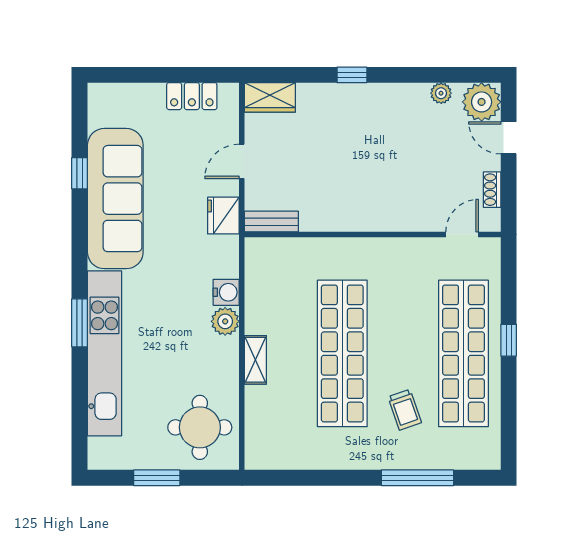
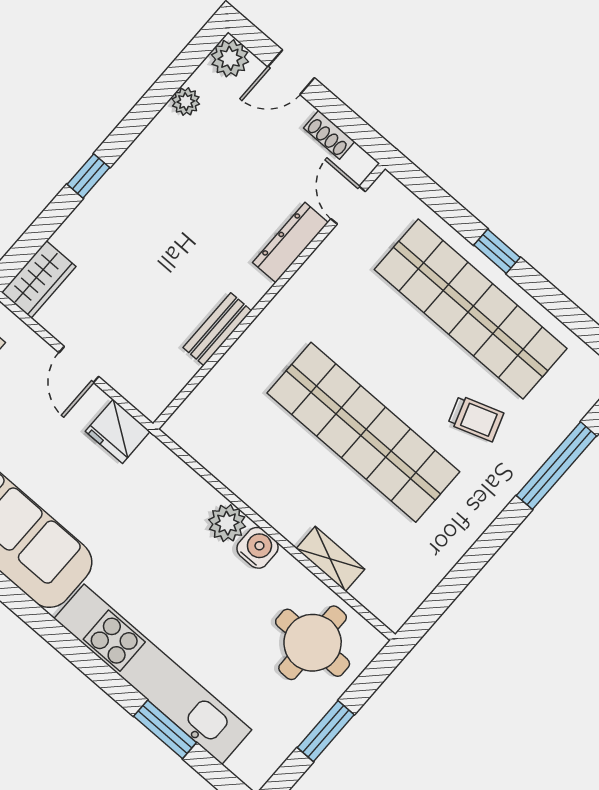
plant: (482, 102) -> (230, 58), width x0.73, depth x0.73
dresser: (413, 220) -> (290, 242), added
bench: (271, 222) -> (217, 329), moved
water cooler: (226, 292) -> (258, 548), moved
window: (80, 323) -> (165, 729), moved
shelving: (255, 360) -> (330, 559), moved

